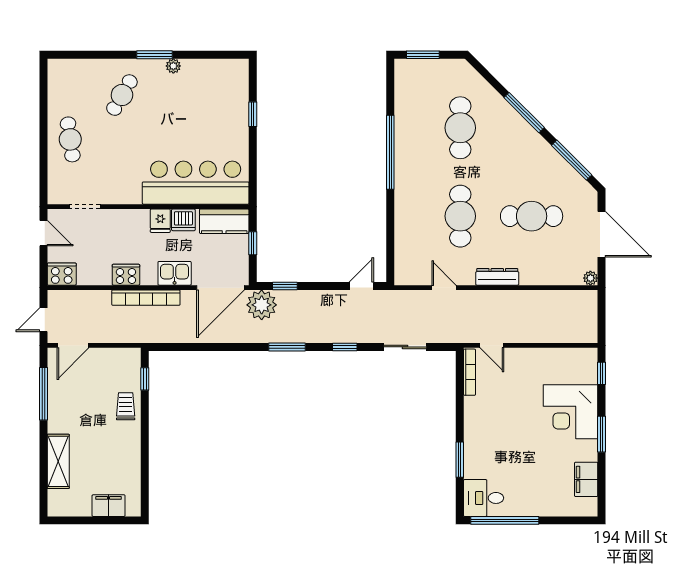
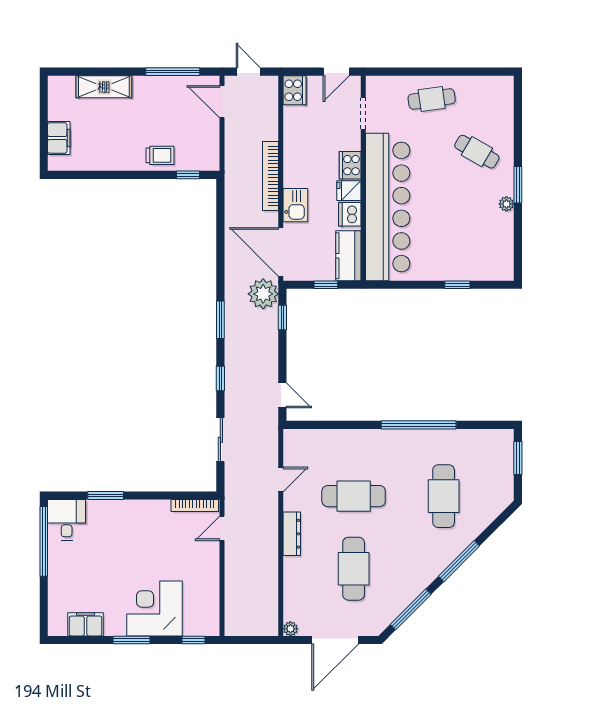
cafe table: (460, 128) -> (444, 496), turned 90
bar counter: (196, 183) -> (388, 207), width x1.36
cooker: (126, 275) -> (350, 165), moved, turned 180

